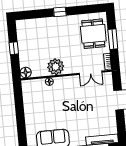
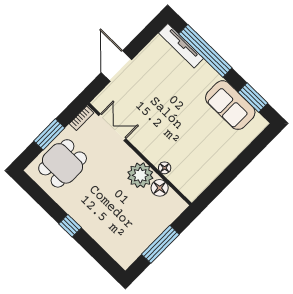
window: (14, 48) -> (160, 244), width x2.17
floor lamp: (26, 72) -> (160, 188), moved

